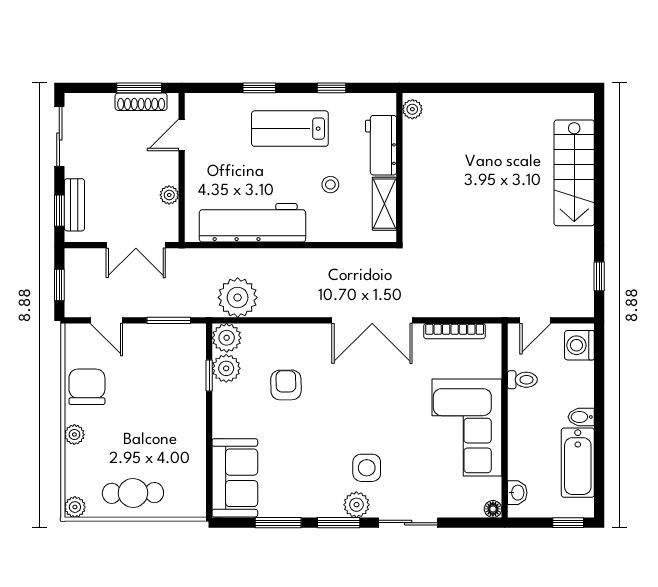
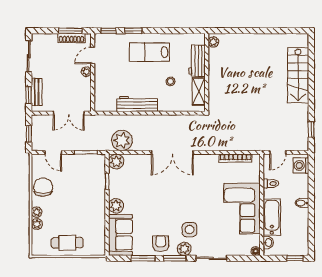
window: (331, 88) -> (109, 31), moved
plant: (169, 195) -> (86, 72), moved
workbench: (252, 223) -> (137, 104), width x0.73, depth x0.76
double door: (372, 320) -> (172, 152), moved
plant: (226, 368) -> (116, 206), moved
armchair: (286, 385) -> (161, 243), moved
bathtub: (578, 463) -> (272, 217), moved, turned 180
plant: (75, 507) -> (37, 224), moved

